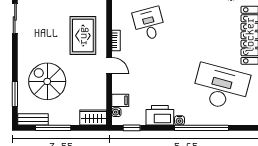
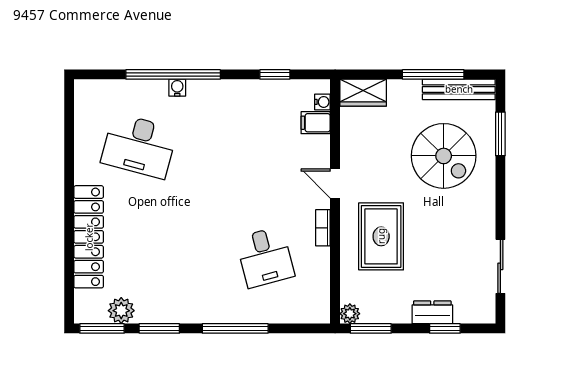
desk: (221, 87) -> (139, 146), width x0.73, depth x0.77
printer: (160, 115) -> (246, 97), removed
bench: (33, 119) -> (459, 89), width x1.36
water cooler: (179, 120) -> (177, 88), moved
window: (132, 128) -> (275, 74), moved

